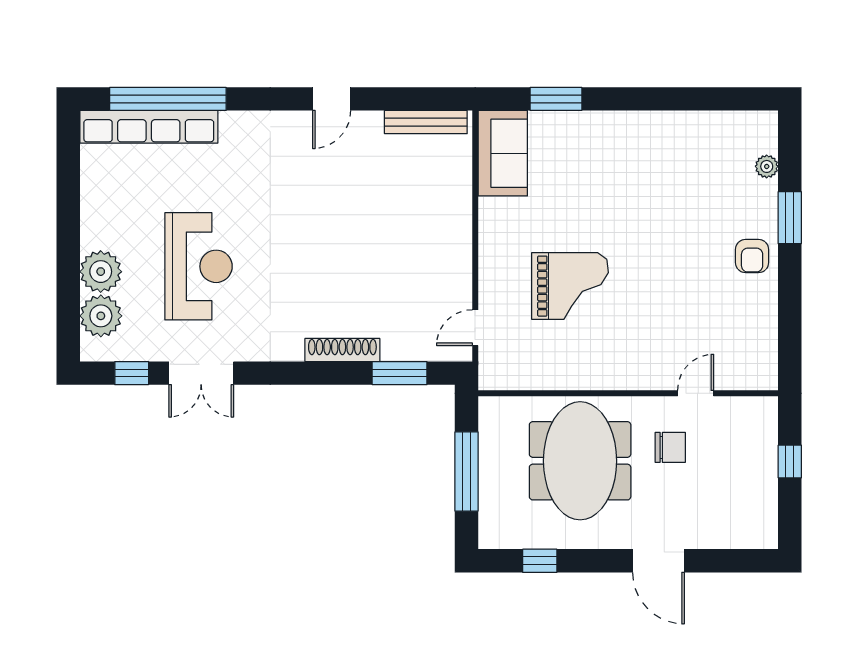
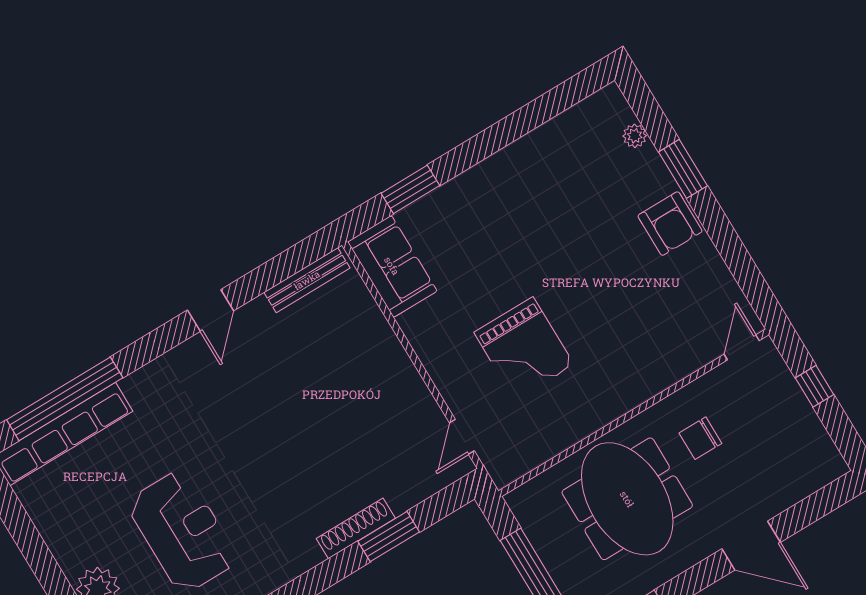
armchair: (752, 256) -> (670, 224), width x1.38, depth x1.38
grand piano: (570, 286) -> (524, 349), turned 90
window: (400, 373) -> (389, 537), moved
door: (696, 393) -> (742, 347), moved
chair: (670, 447) -> (700, 438), turned 180

